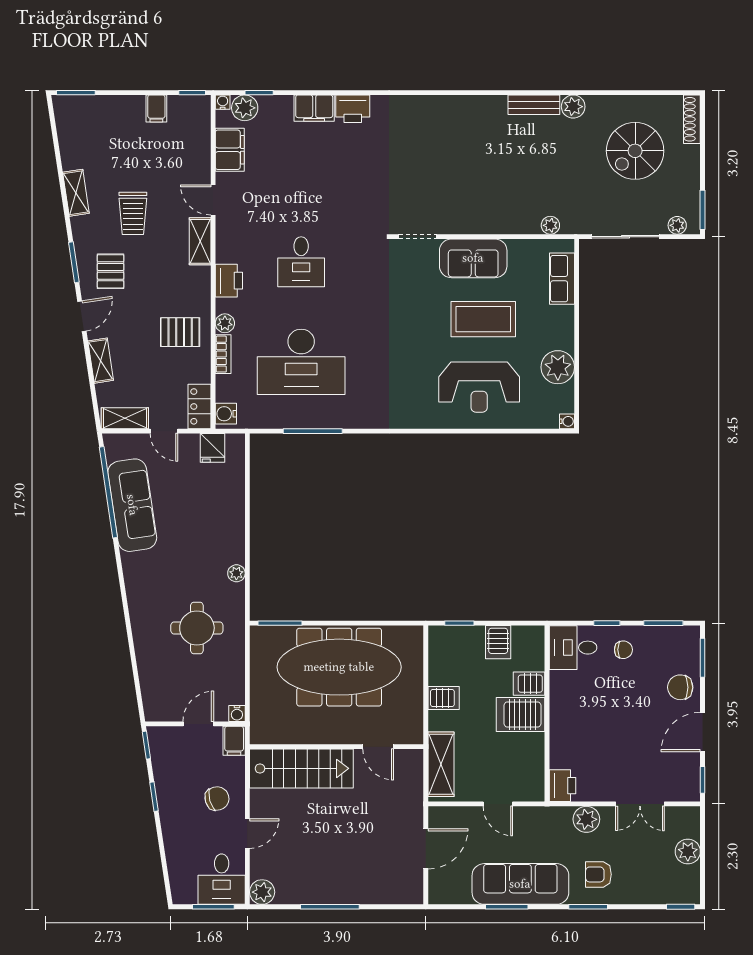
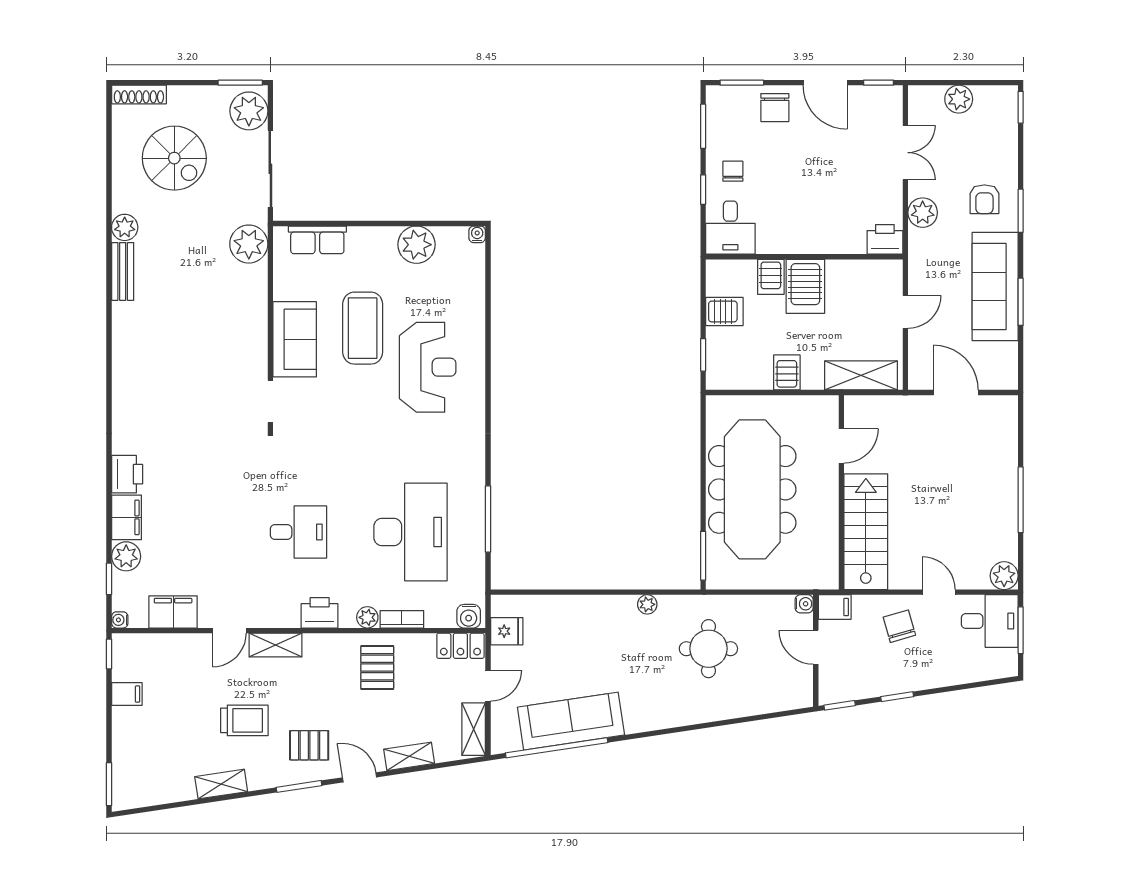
plant: (245, 108) -> (126, 556), moved
plant: (550, 225) -> (249, 244), width x1.88, depth x1.88
plant: (677, 225) -> (249, 111), width x1.88, depth x1.88
reception desk: (479, 387) -> (428, 367), moved

